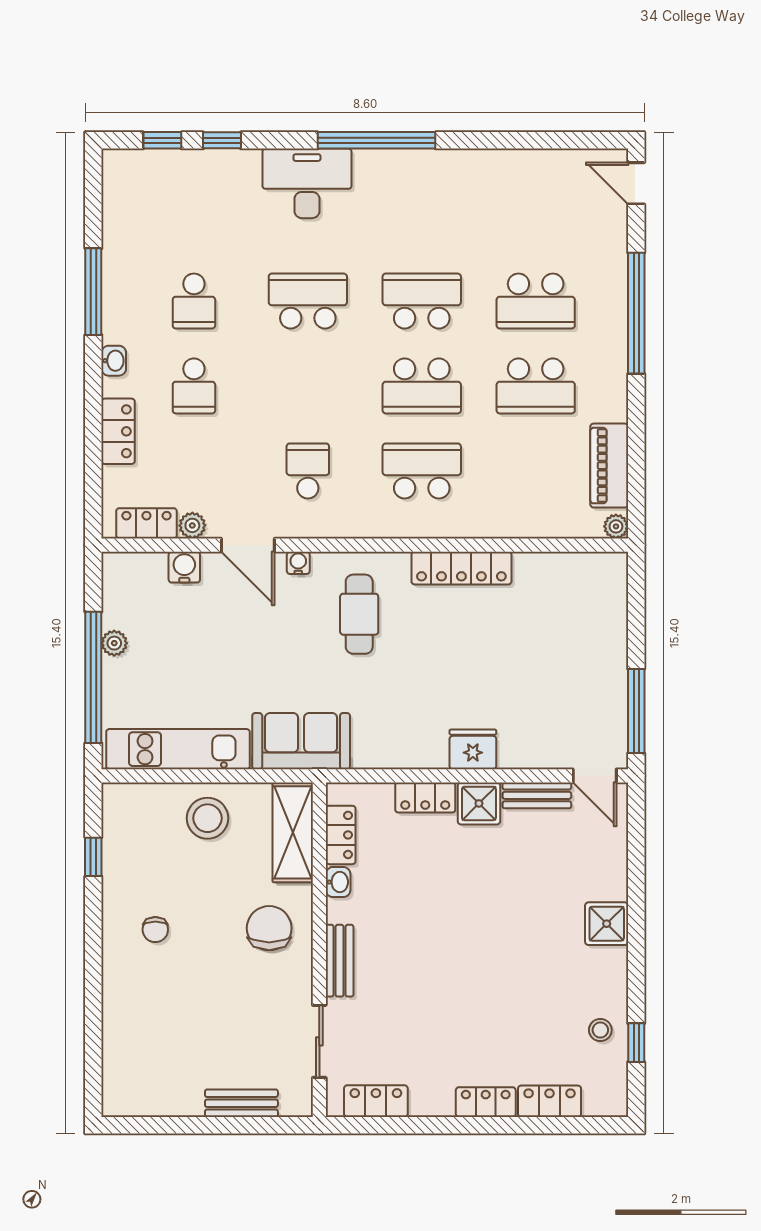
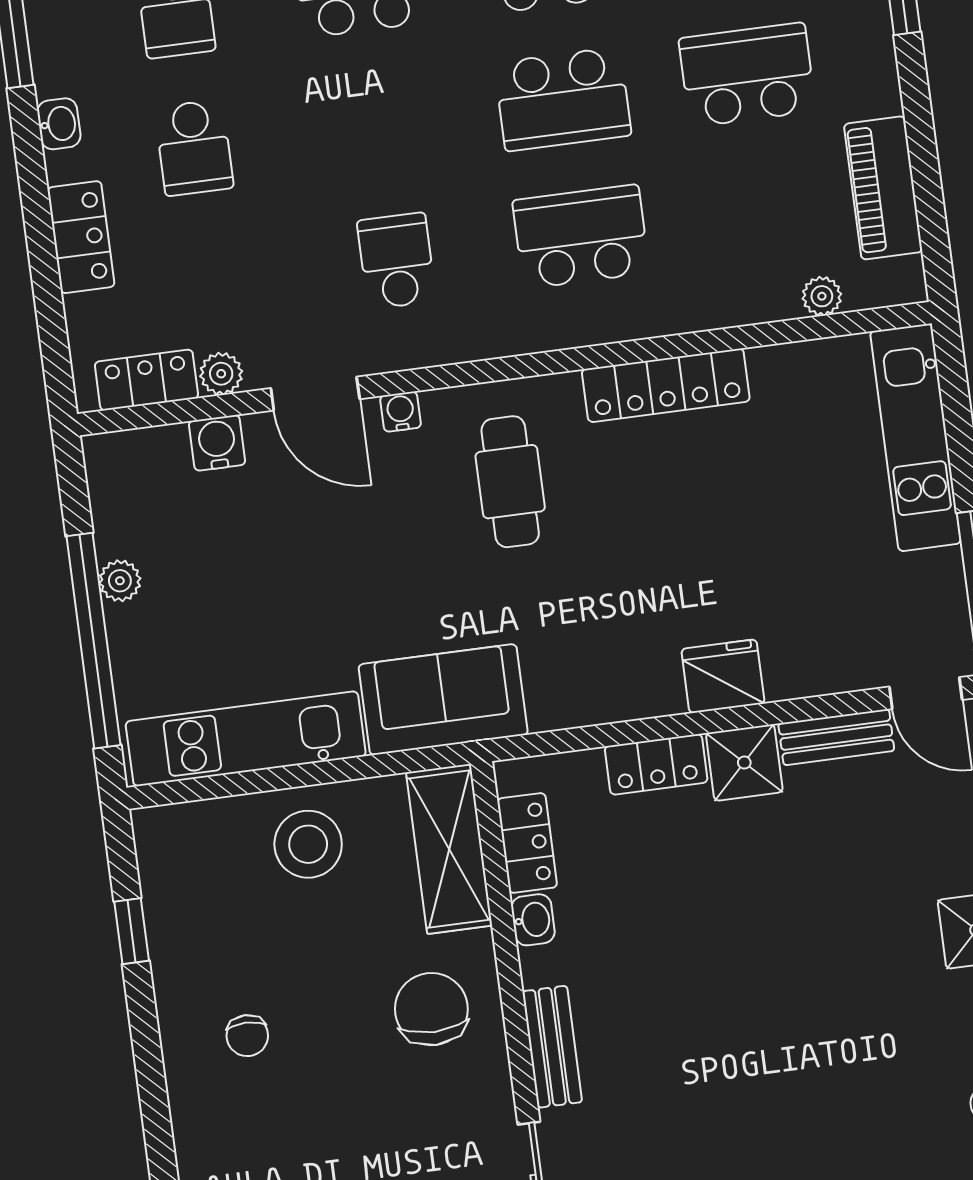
school desk: (536, 386) -> (747, 75), turned 180
plant: (616, 526) -> (822, 296), moved
kitchen unit: (609, 620) -> (915, 437), added

